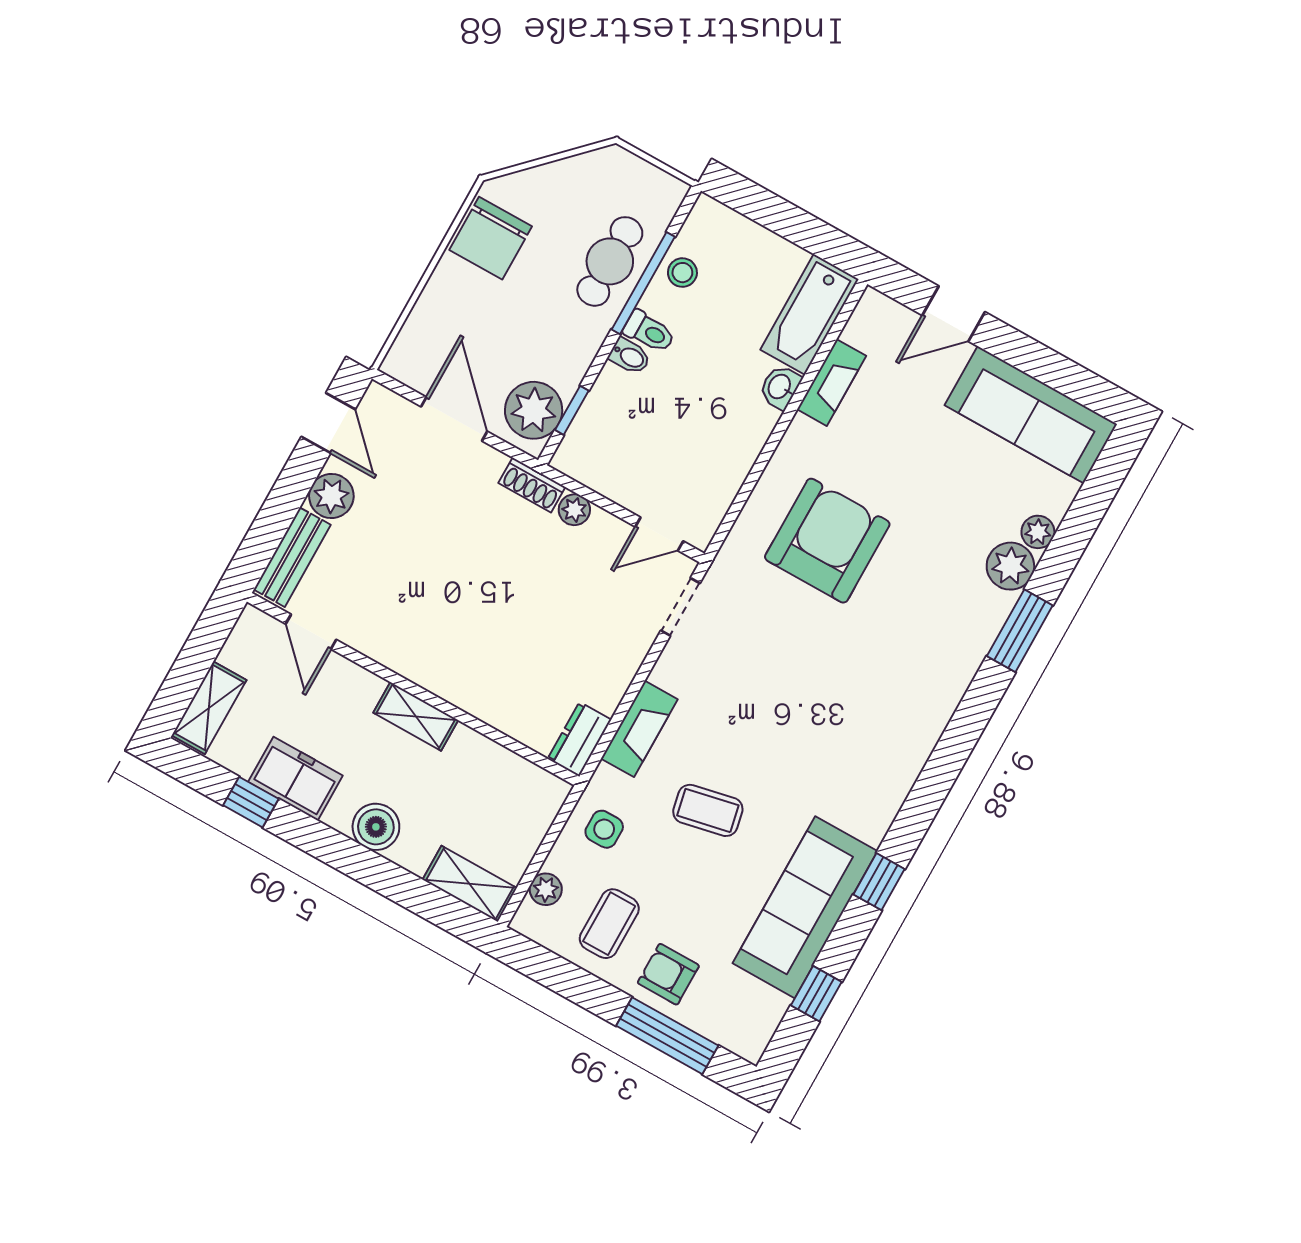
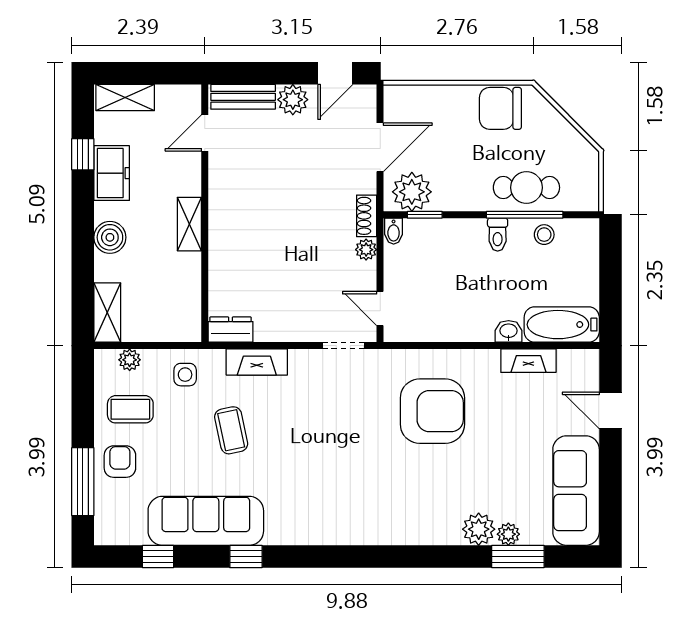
bidet: (630, 356) -> (394, 231), moved
window: (1020, 631) -> (518, 557), moved

